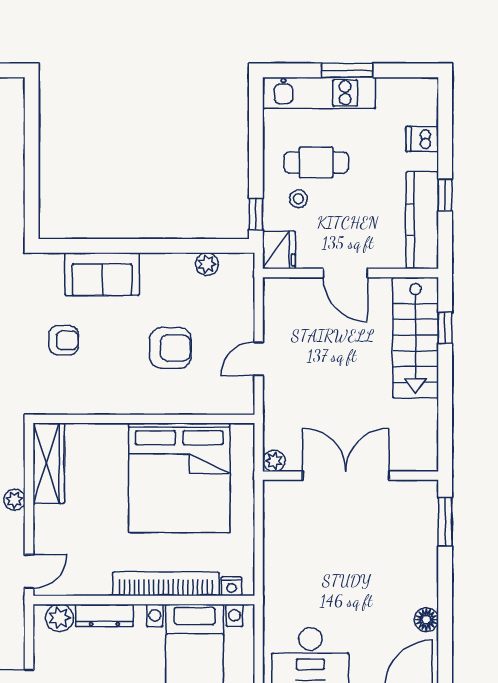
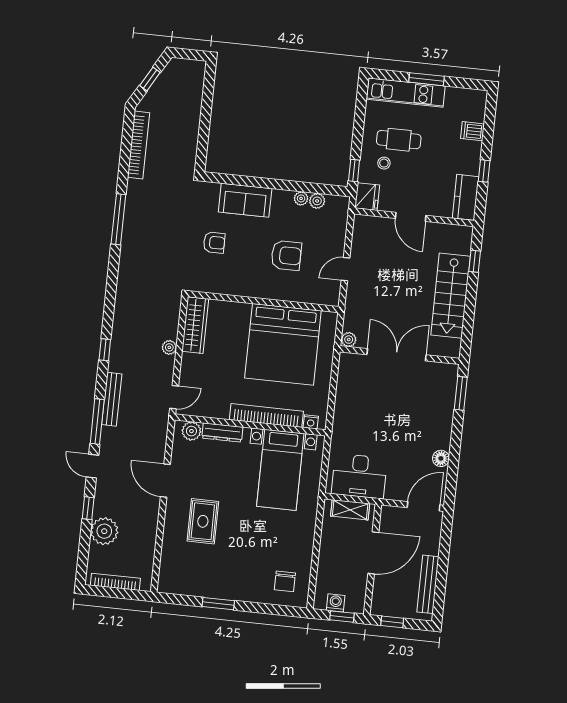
kitchen counter: (422, 220) -> (466, 197), width x0.67
plant: (183, 263) -> (301, 198), added
stairs: (416, 338) -> (451, 296), moved

